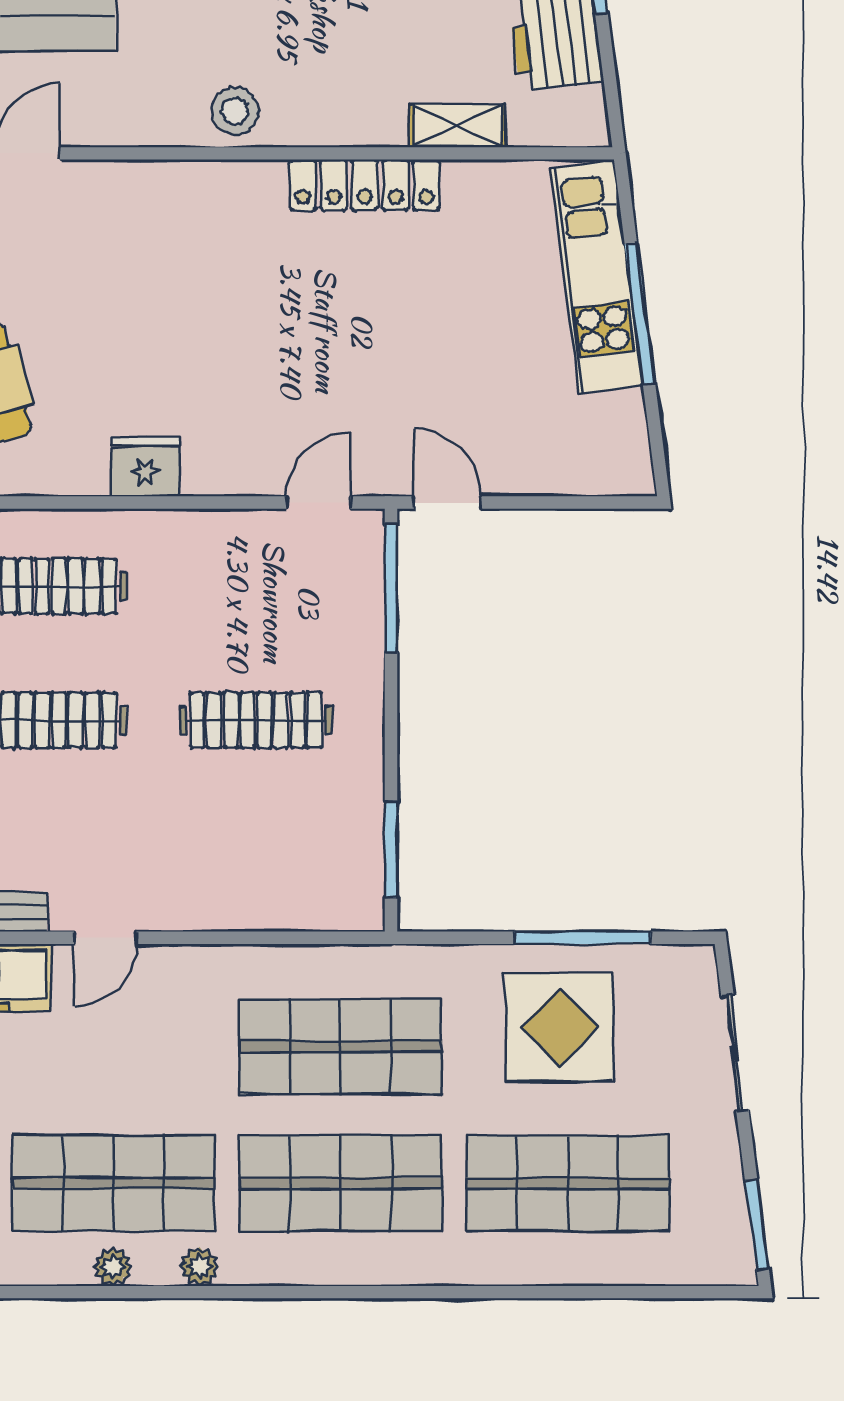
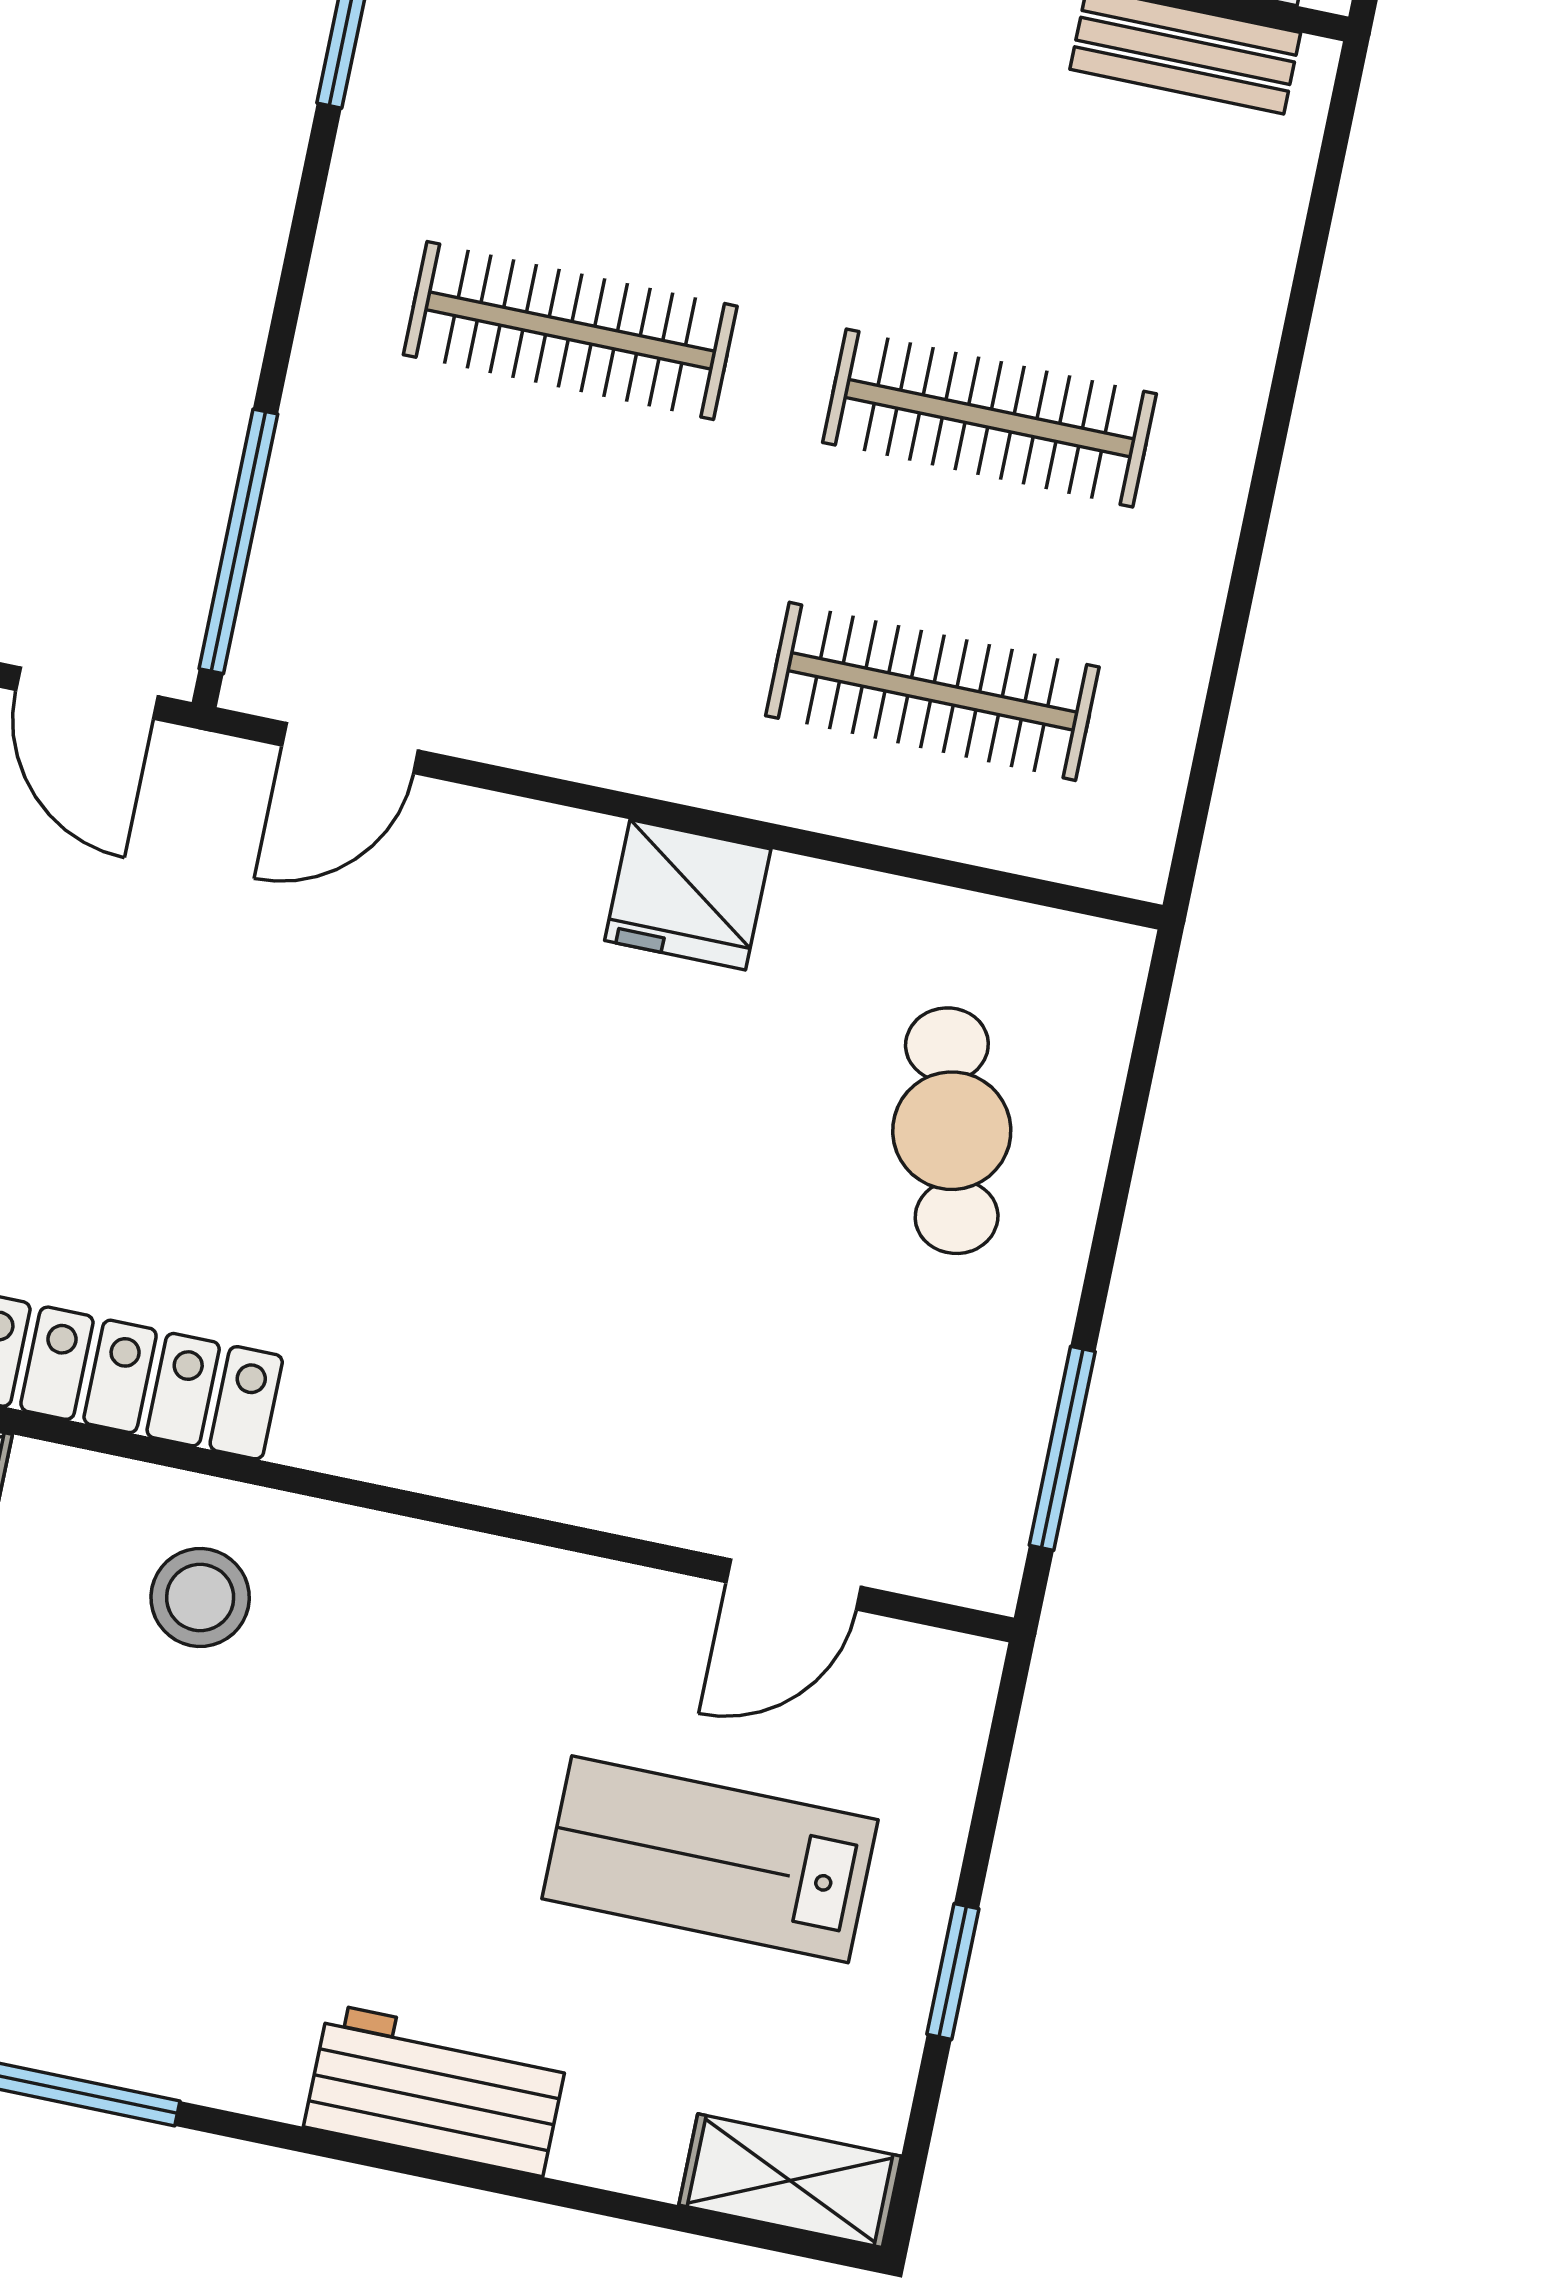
stool: (235, 111) -> (200, 1597), moved

